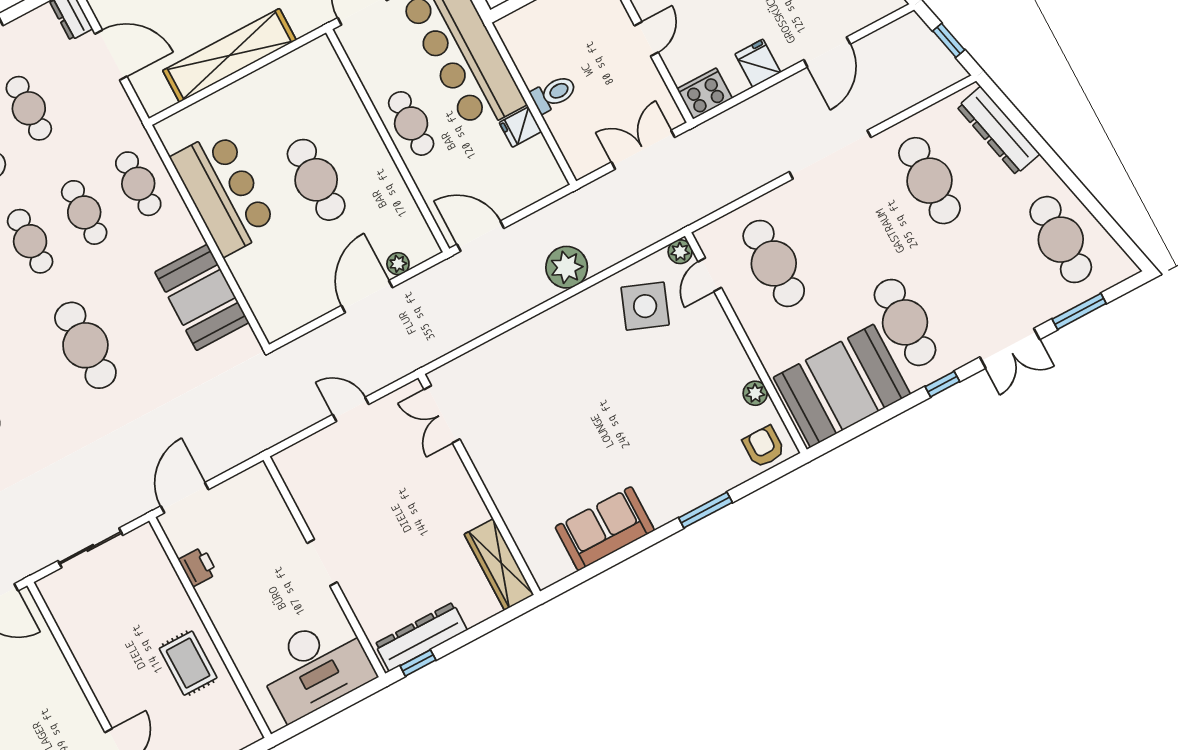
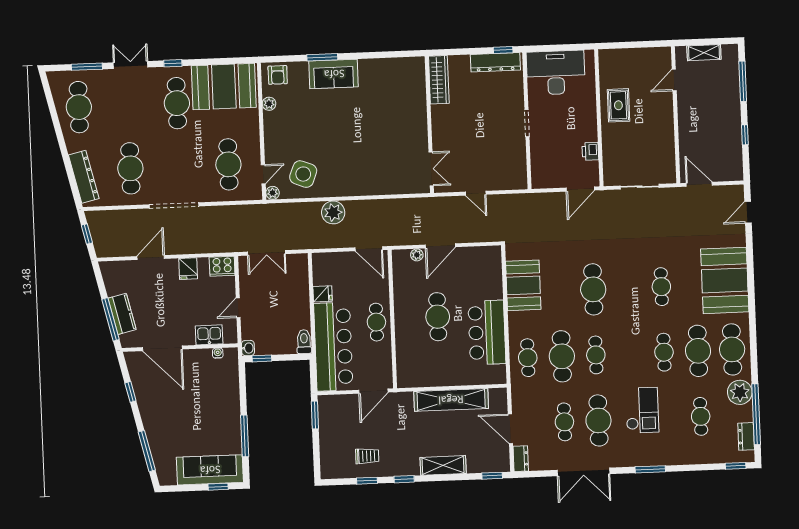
toilet: (554, 94) -> (304, 342), moved, turned 90
cafe table: (84, 212) -> (562, 356), width x1.37, depth x1.35
sofa: (605, 529) -> (334, 74), moved

